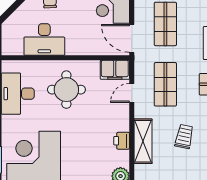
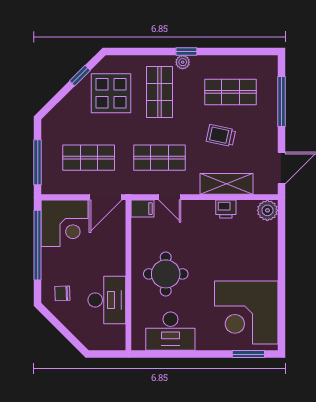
filing cabinet: (115, 70) -> (142, 209), width x0.50

